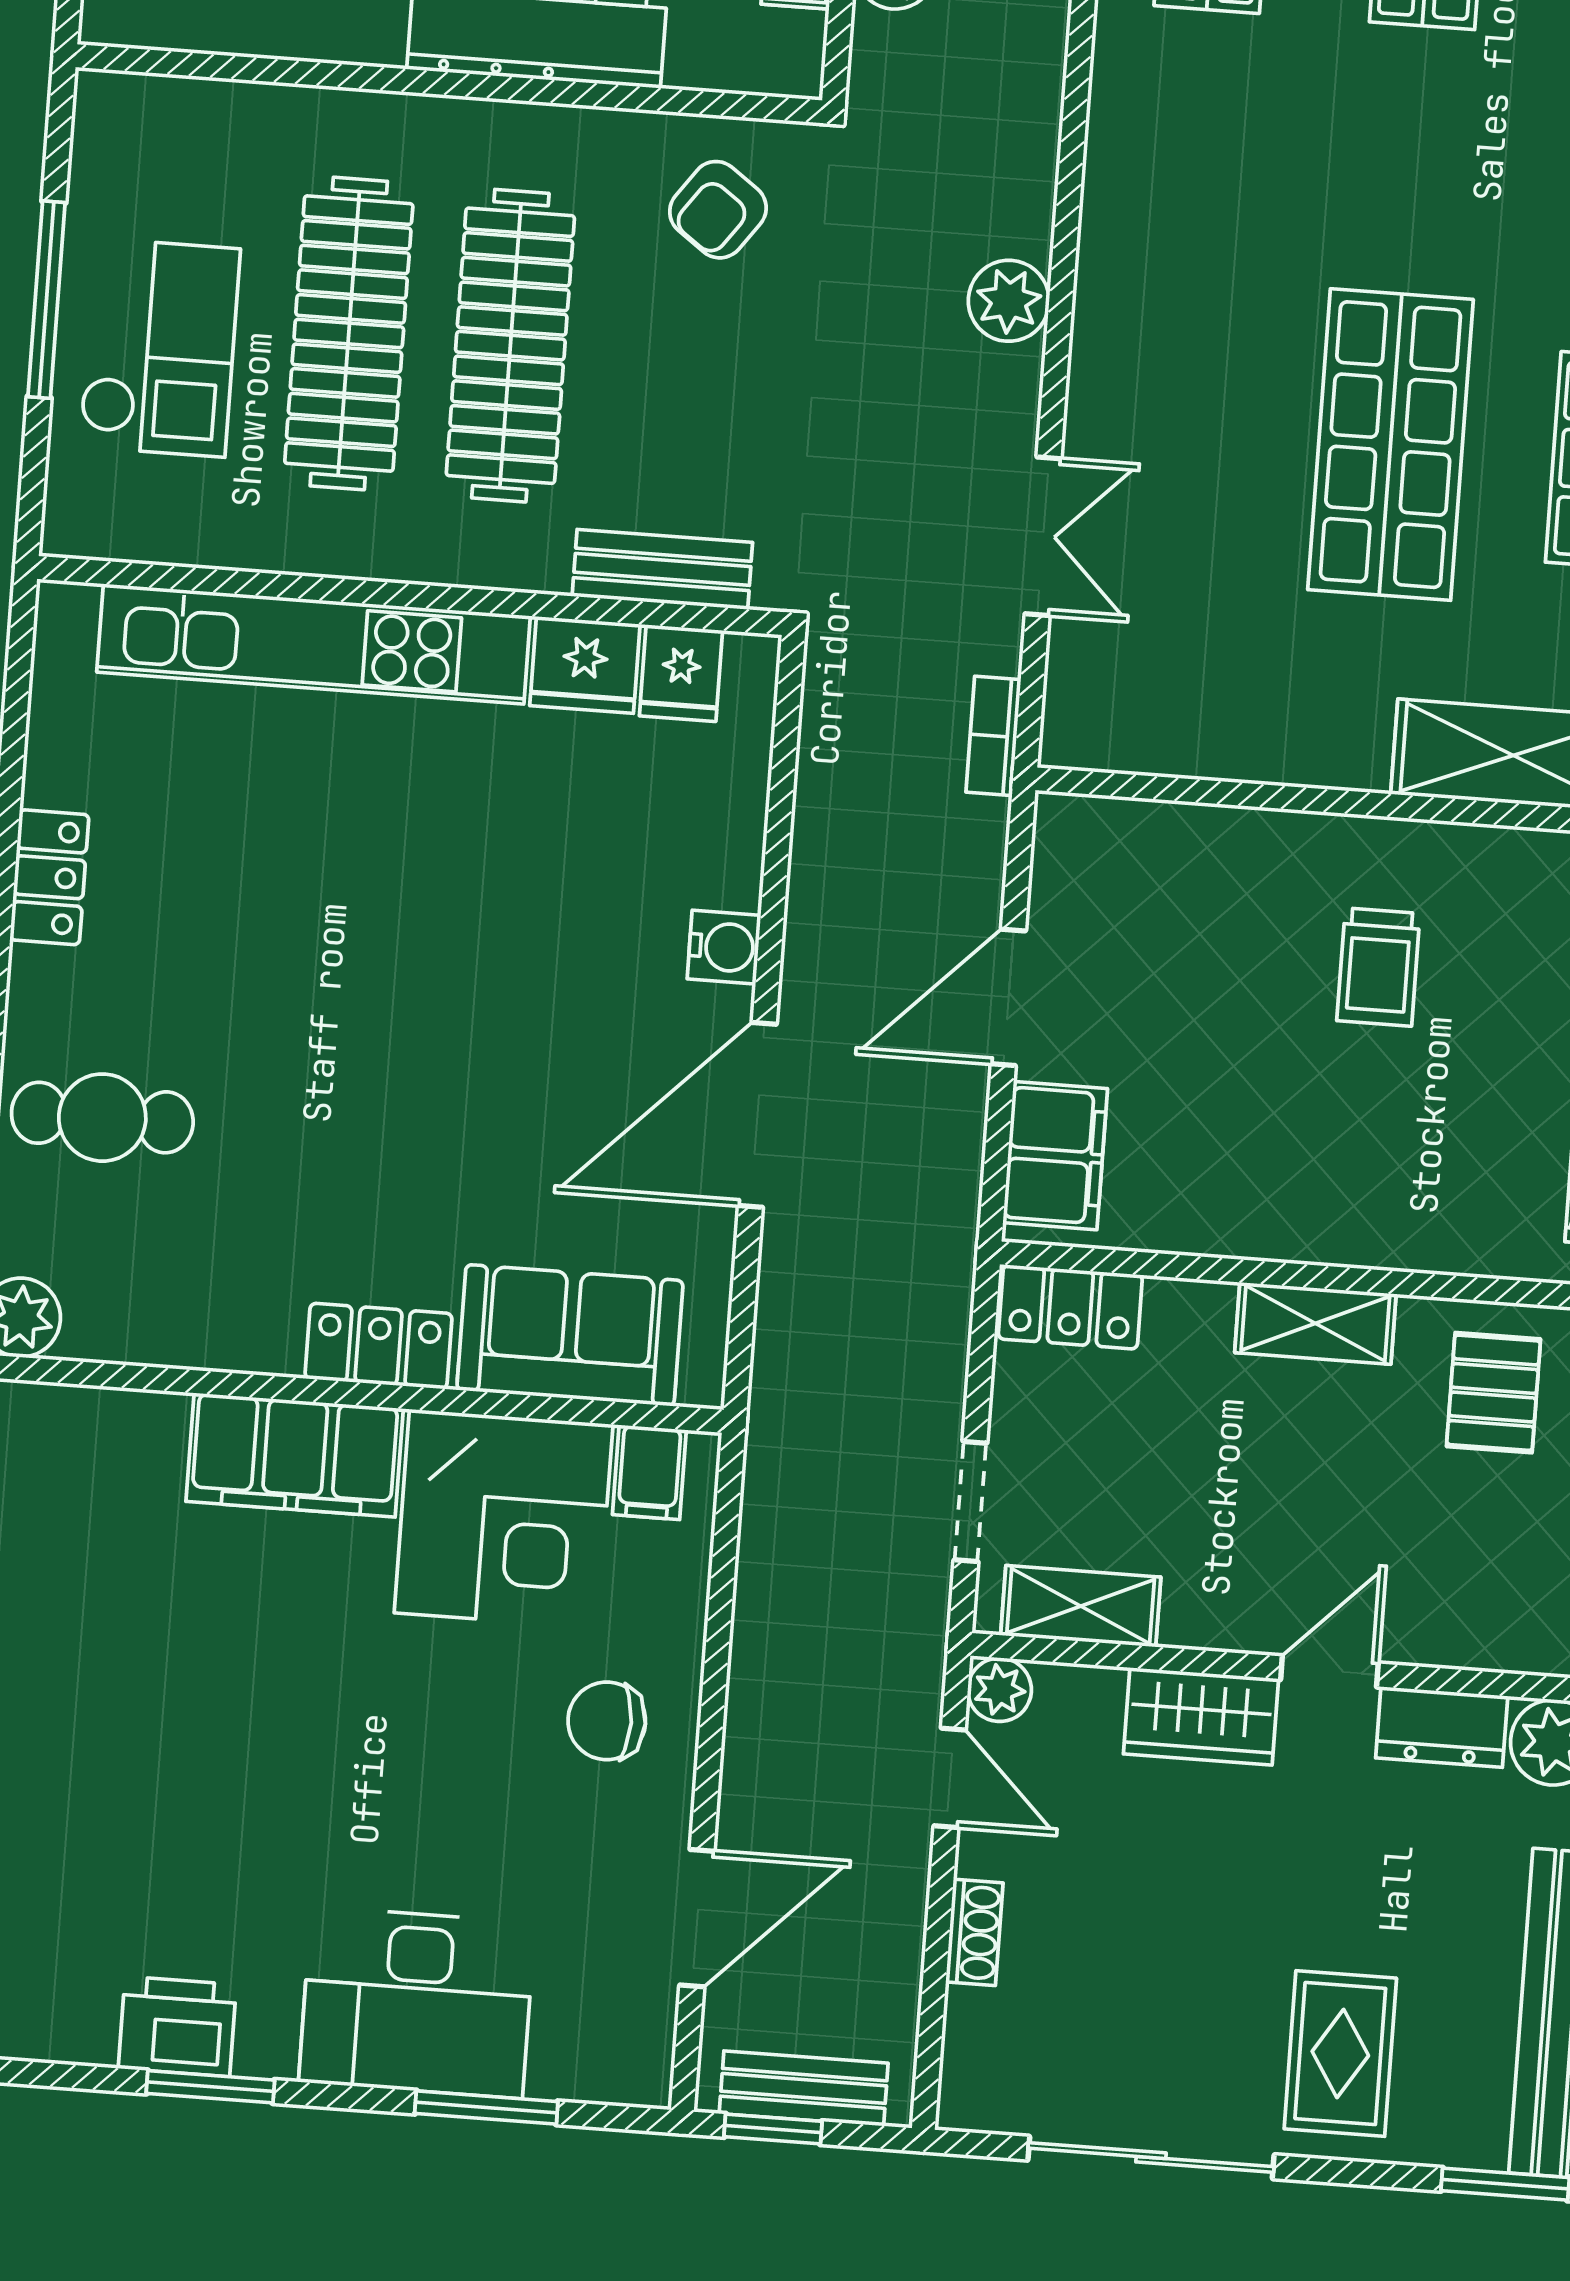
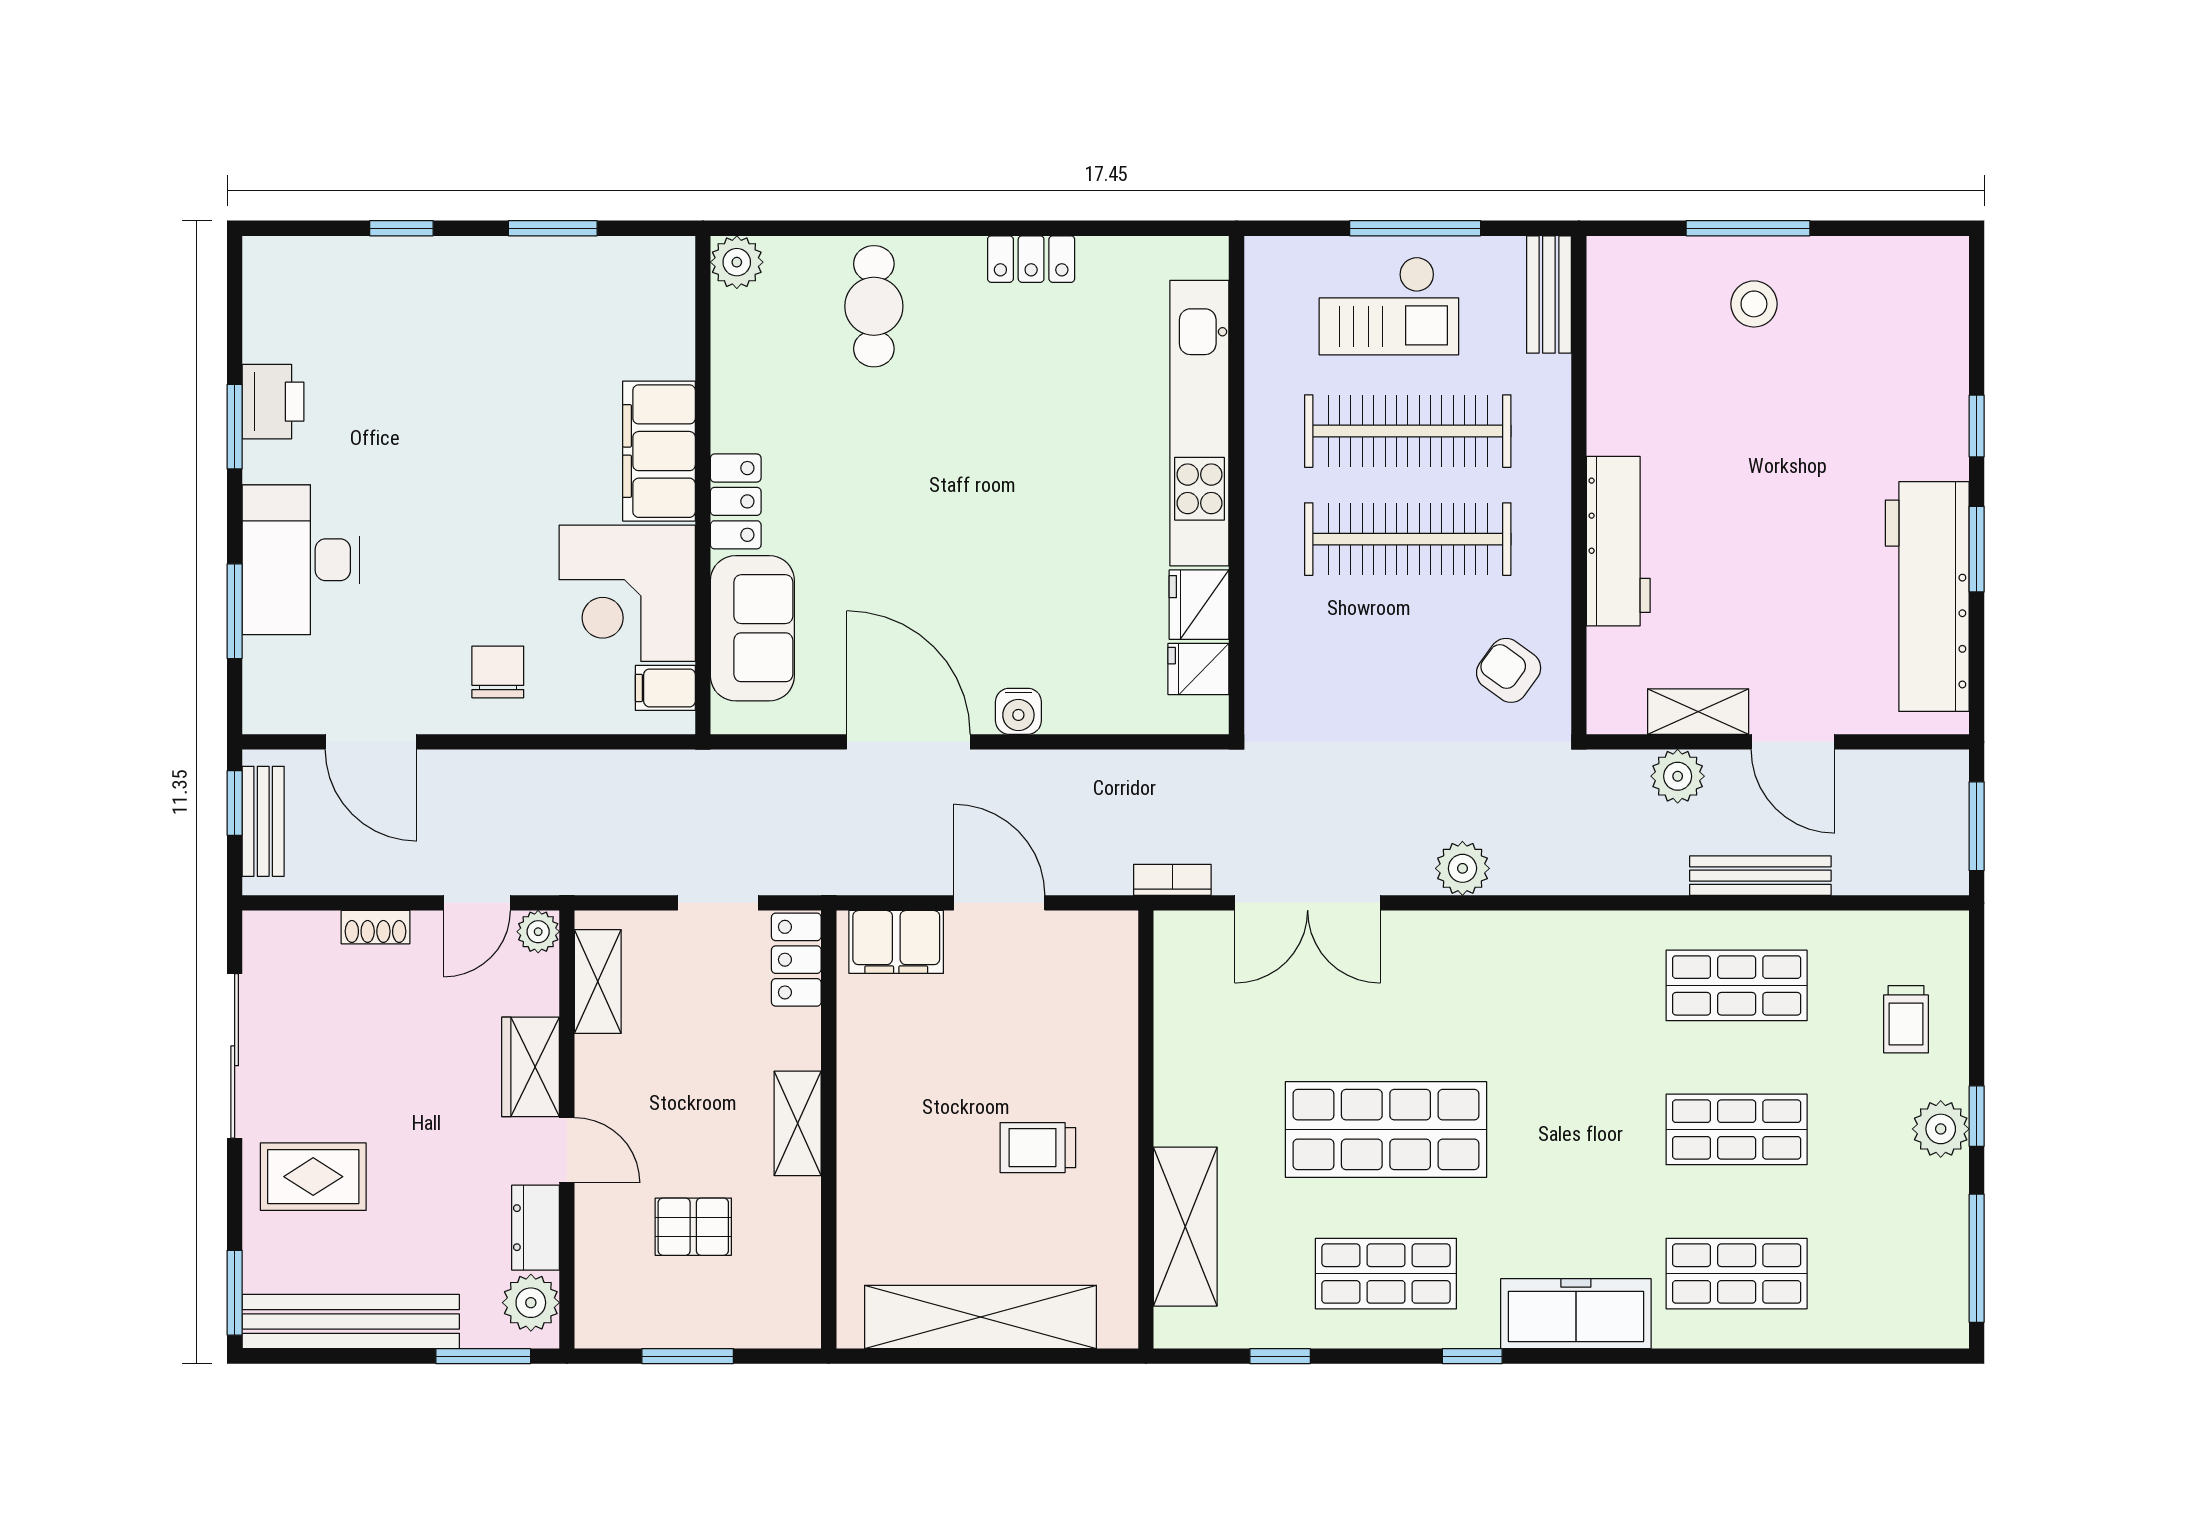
double door: (1043, 536) -> (1308, 903), width x1.37
bench: (662, 569) -> (1549, 295), moved
pallet: (1494, 1393) -> (693, 1227), moved
doorway: (970, 1502) -> (718, 903), moved

